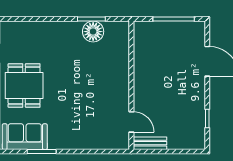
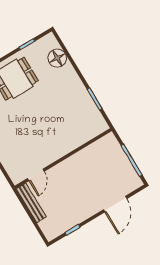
floor lamp: (93, 32) -> (57, 58), moved
bench: (150, 143) -> (31, 203), width x1.36

